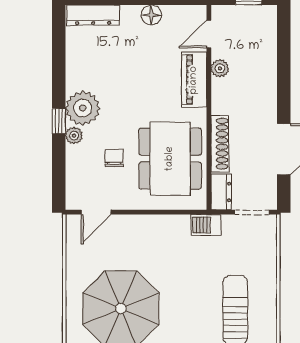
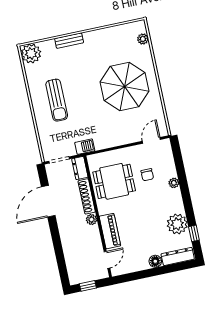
floor lamp: (151, 15) -> (155, 261), moved
plant: (220, 68) -> (91, 220), moved
plant: (83, 108) -> (177, 224), moved
window: (59, 121) -> (194, 233), moved
dining table: (170, 159) -> (114, 181), width x0.73

